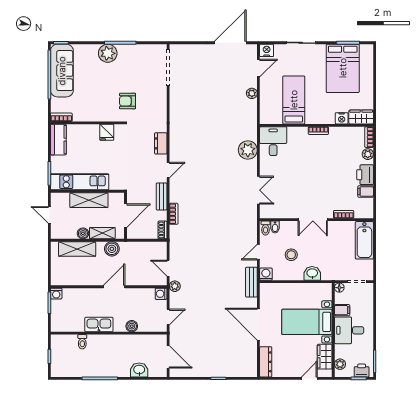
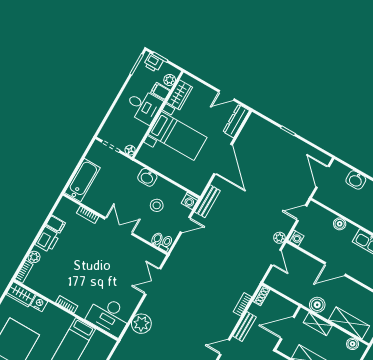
desk: (273, 141) -> (109, 316), width x1.37
boiler: (83, 233) -> (353, 344), moved
filing cabinet: (342, 310) -> (160, 91), moved
door: (309, 378) -> (226, 95), moved

